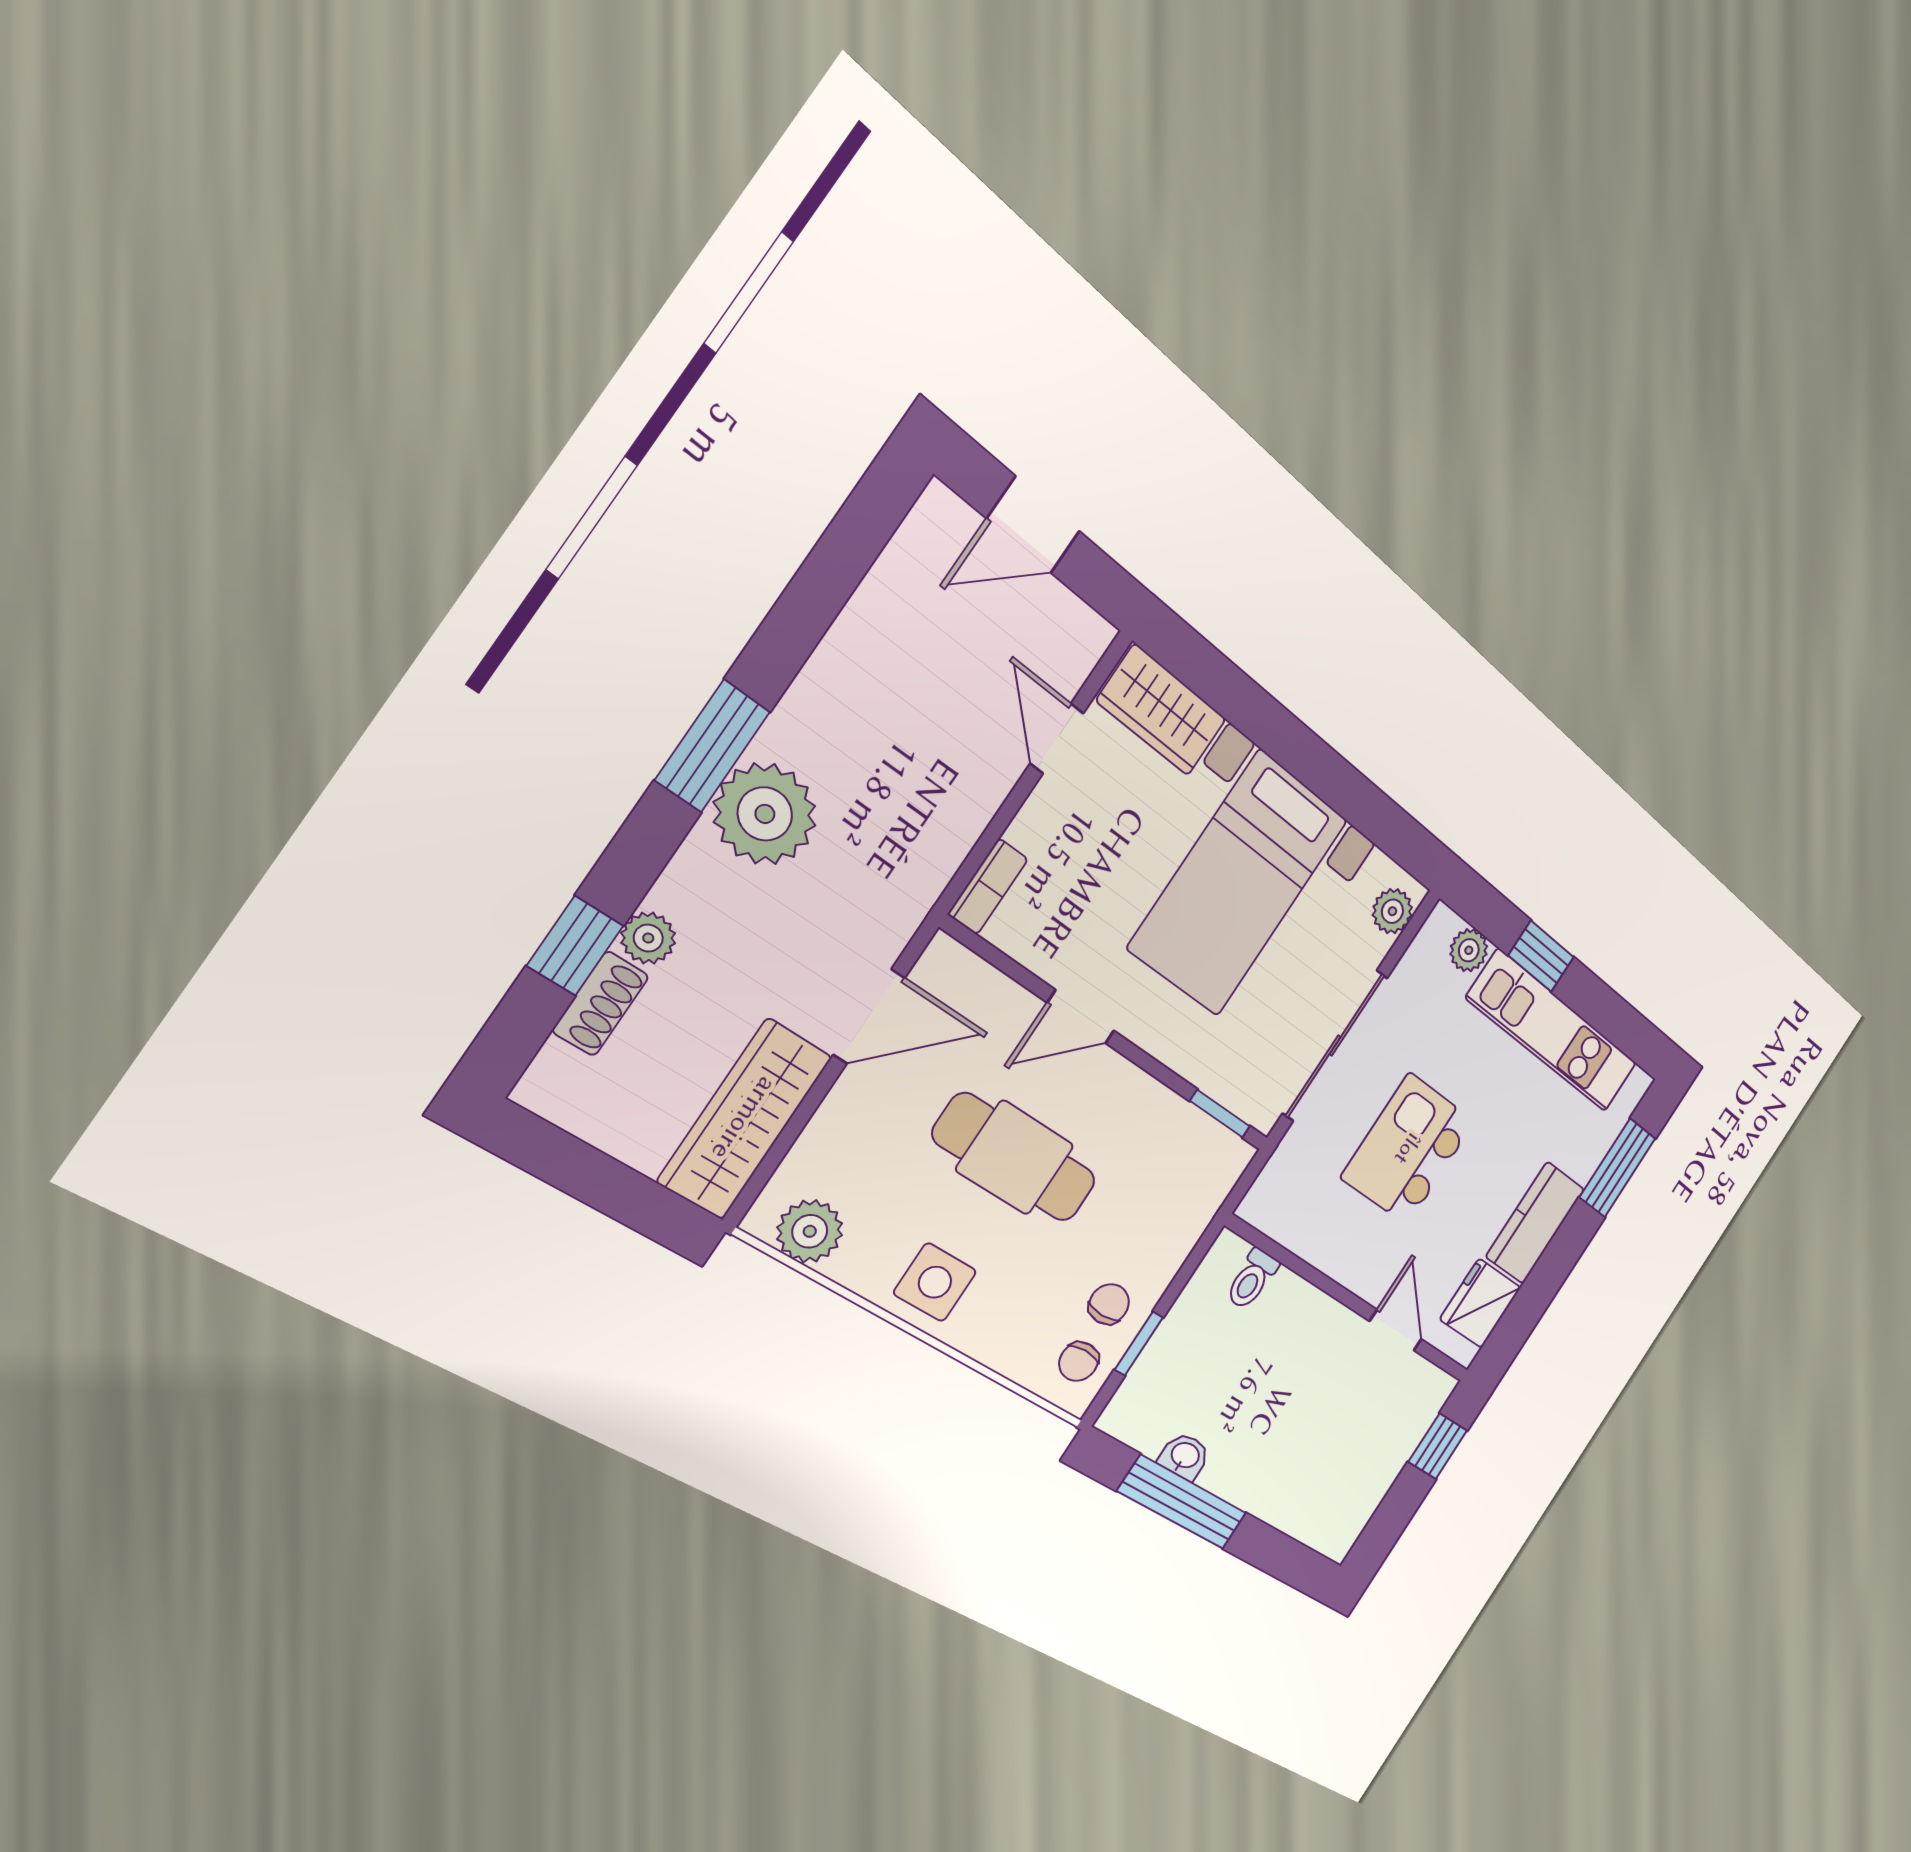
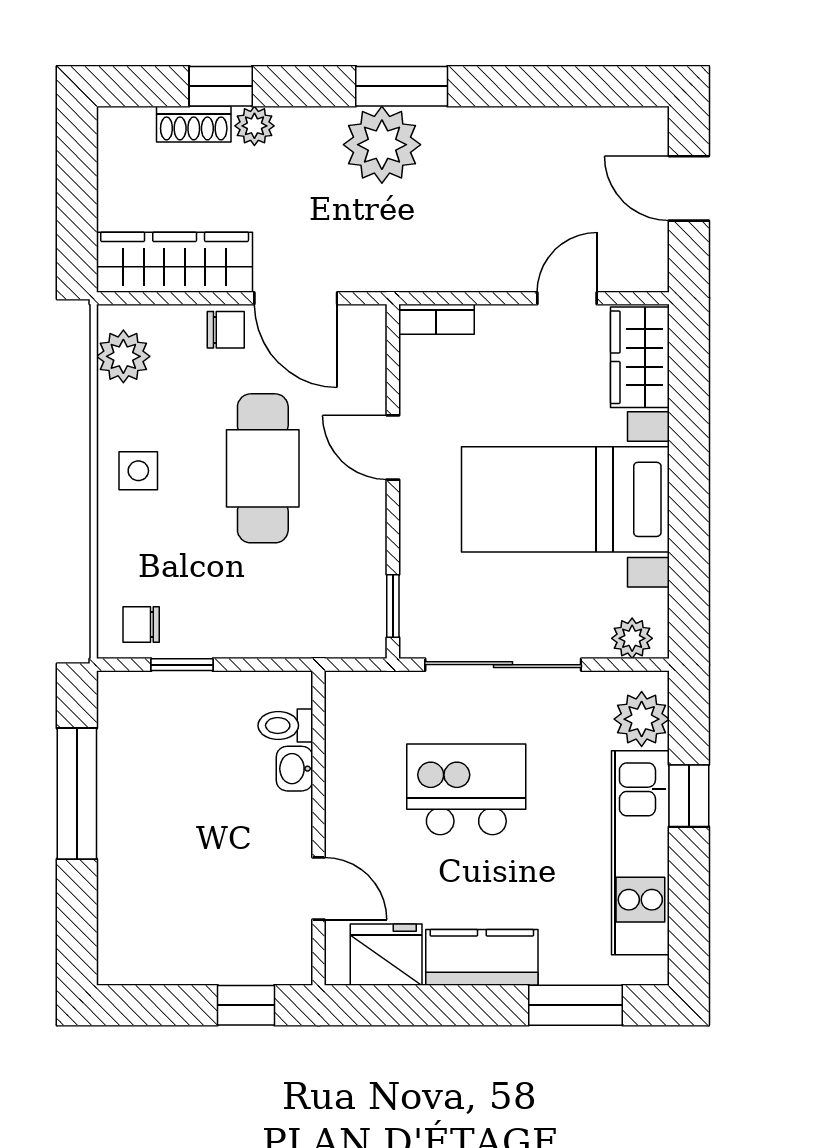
plant: (1469, 950) -> (642, 719), width x1.38, depth x1.38
side table: (935, 1282) -> (138, 471), width x0.73, depth x0.73
chair: (1109, 1304) -> (226, 330), moved
door: (1396, 1330) -> (319, 889), hinge flipped
washbasin: (1185, 1456) -> (294, 769), moved, turned 180

